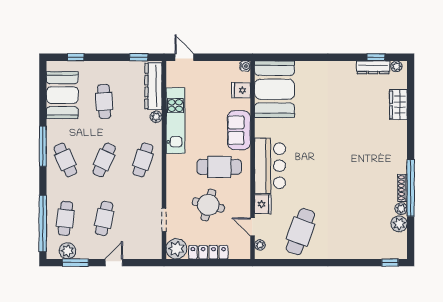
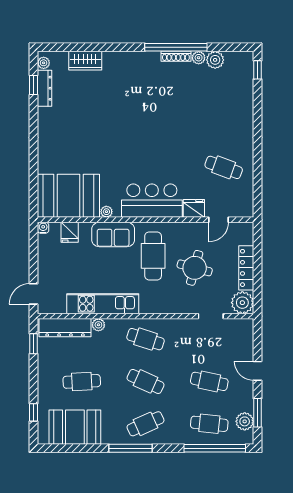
cafe table: (300, 232) -> (224, 167), width x0.73, depth x0.74
plant: (260, 245) -> (106, 212), moved

